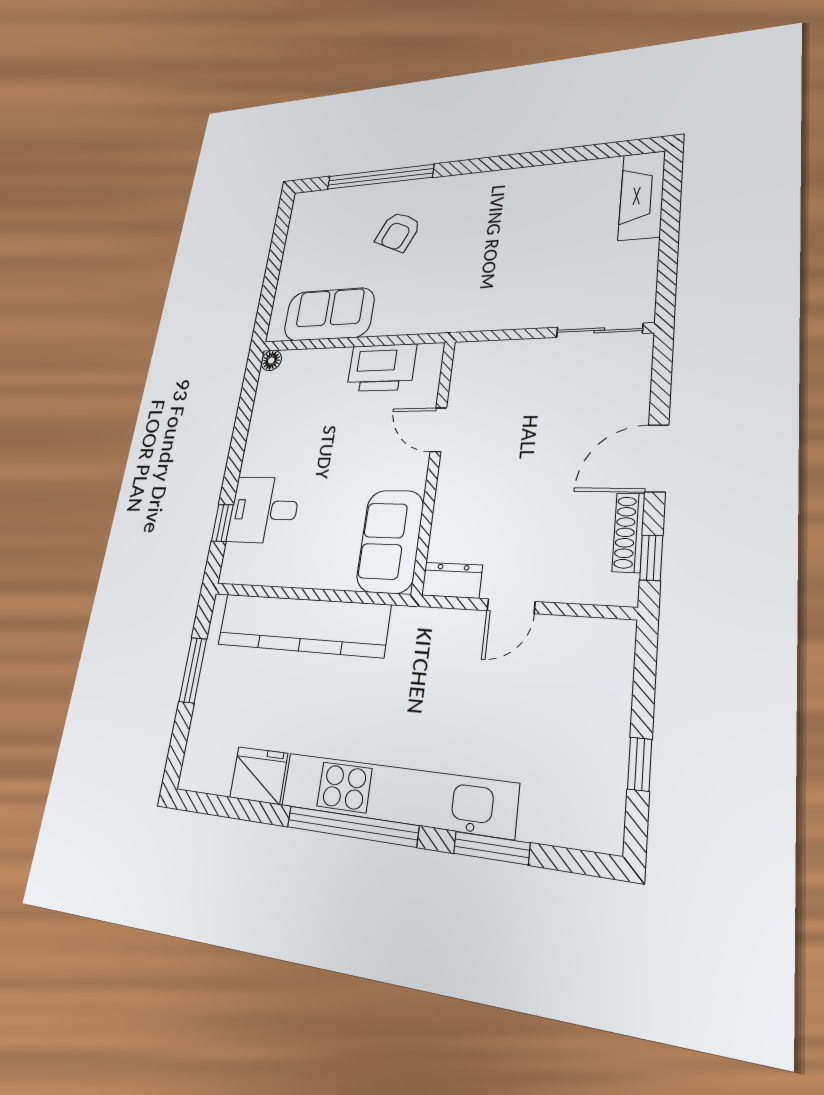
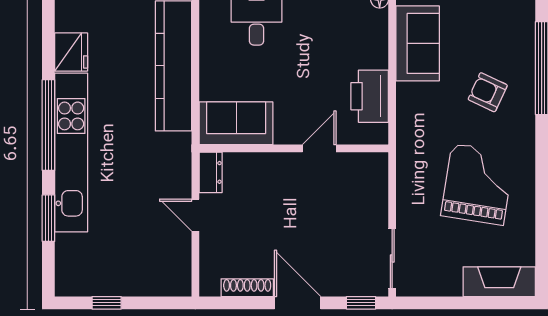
grand piano: (509, 233) -> (478, 184), added
window: (651, 558) -> (361, 303), moved

